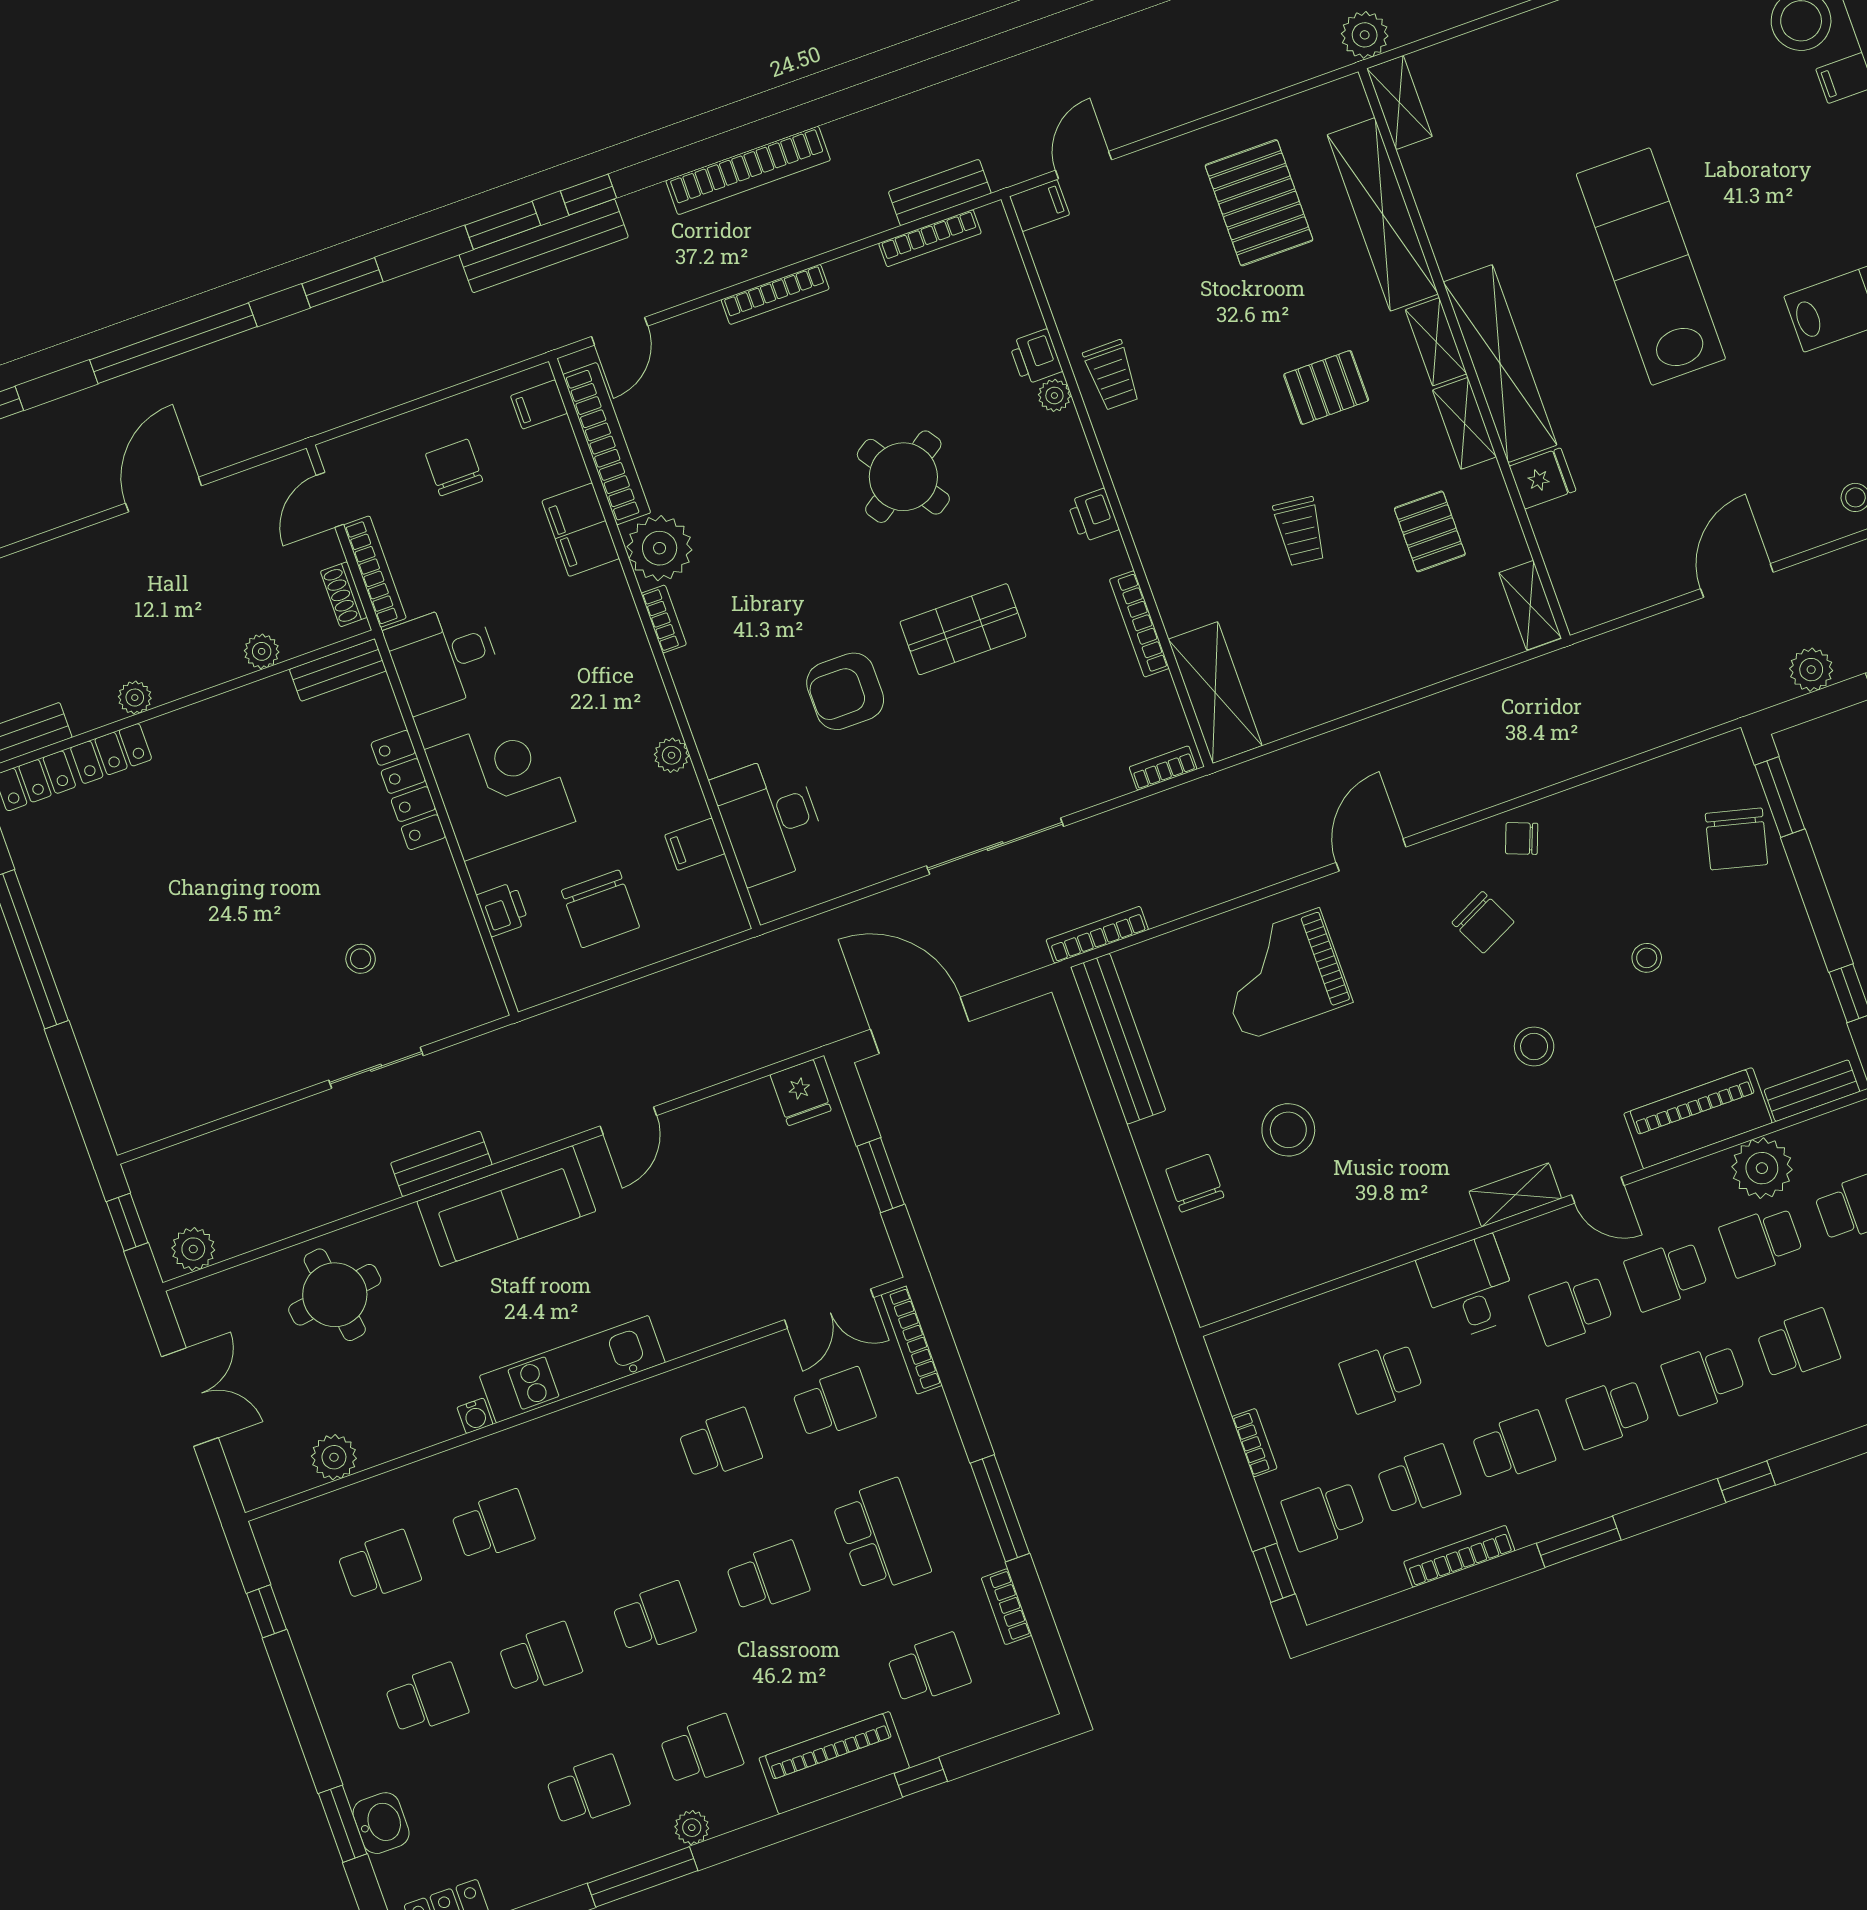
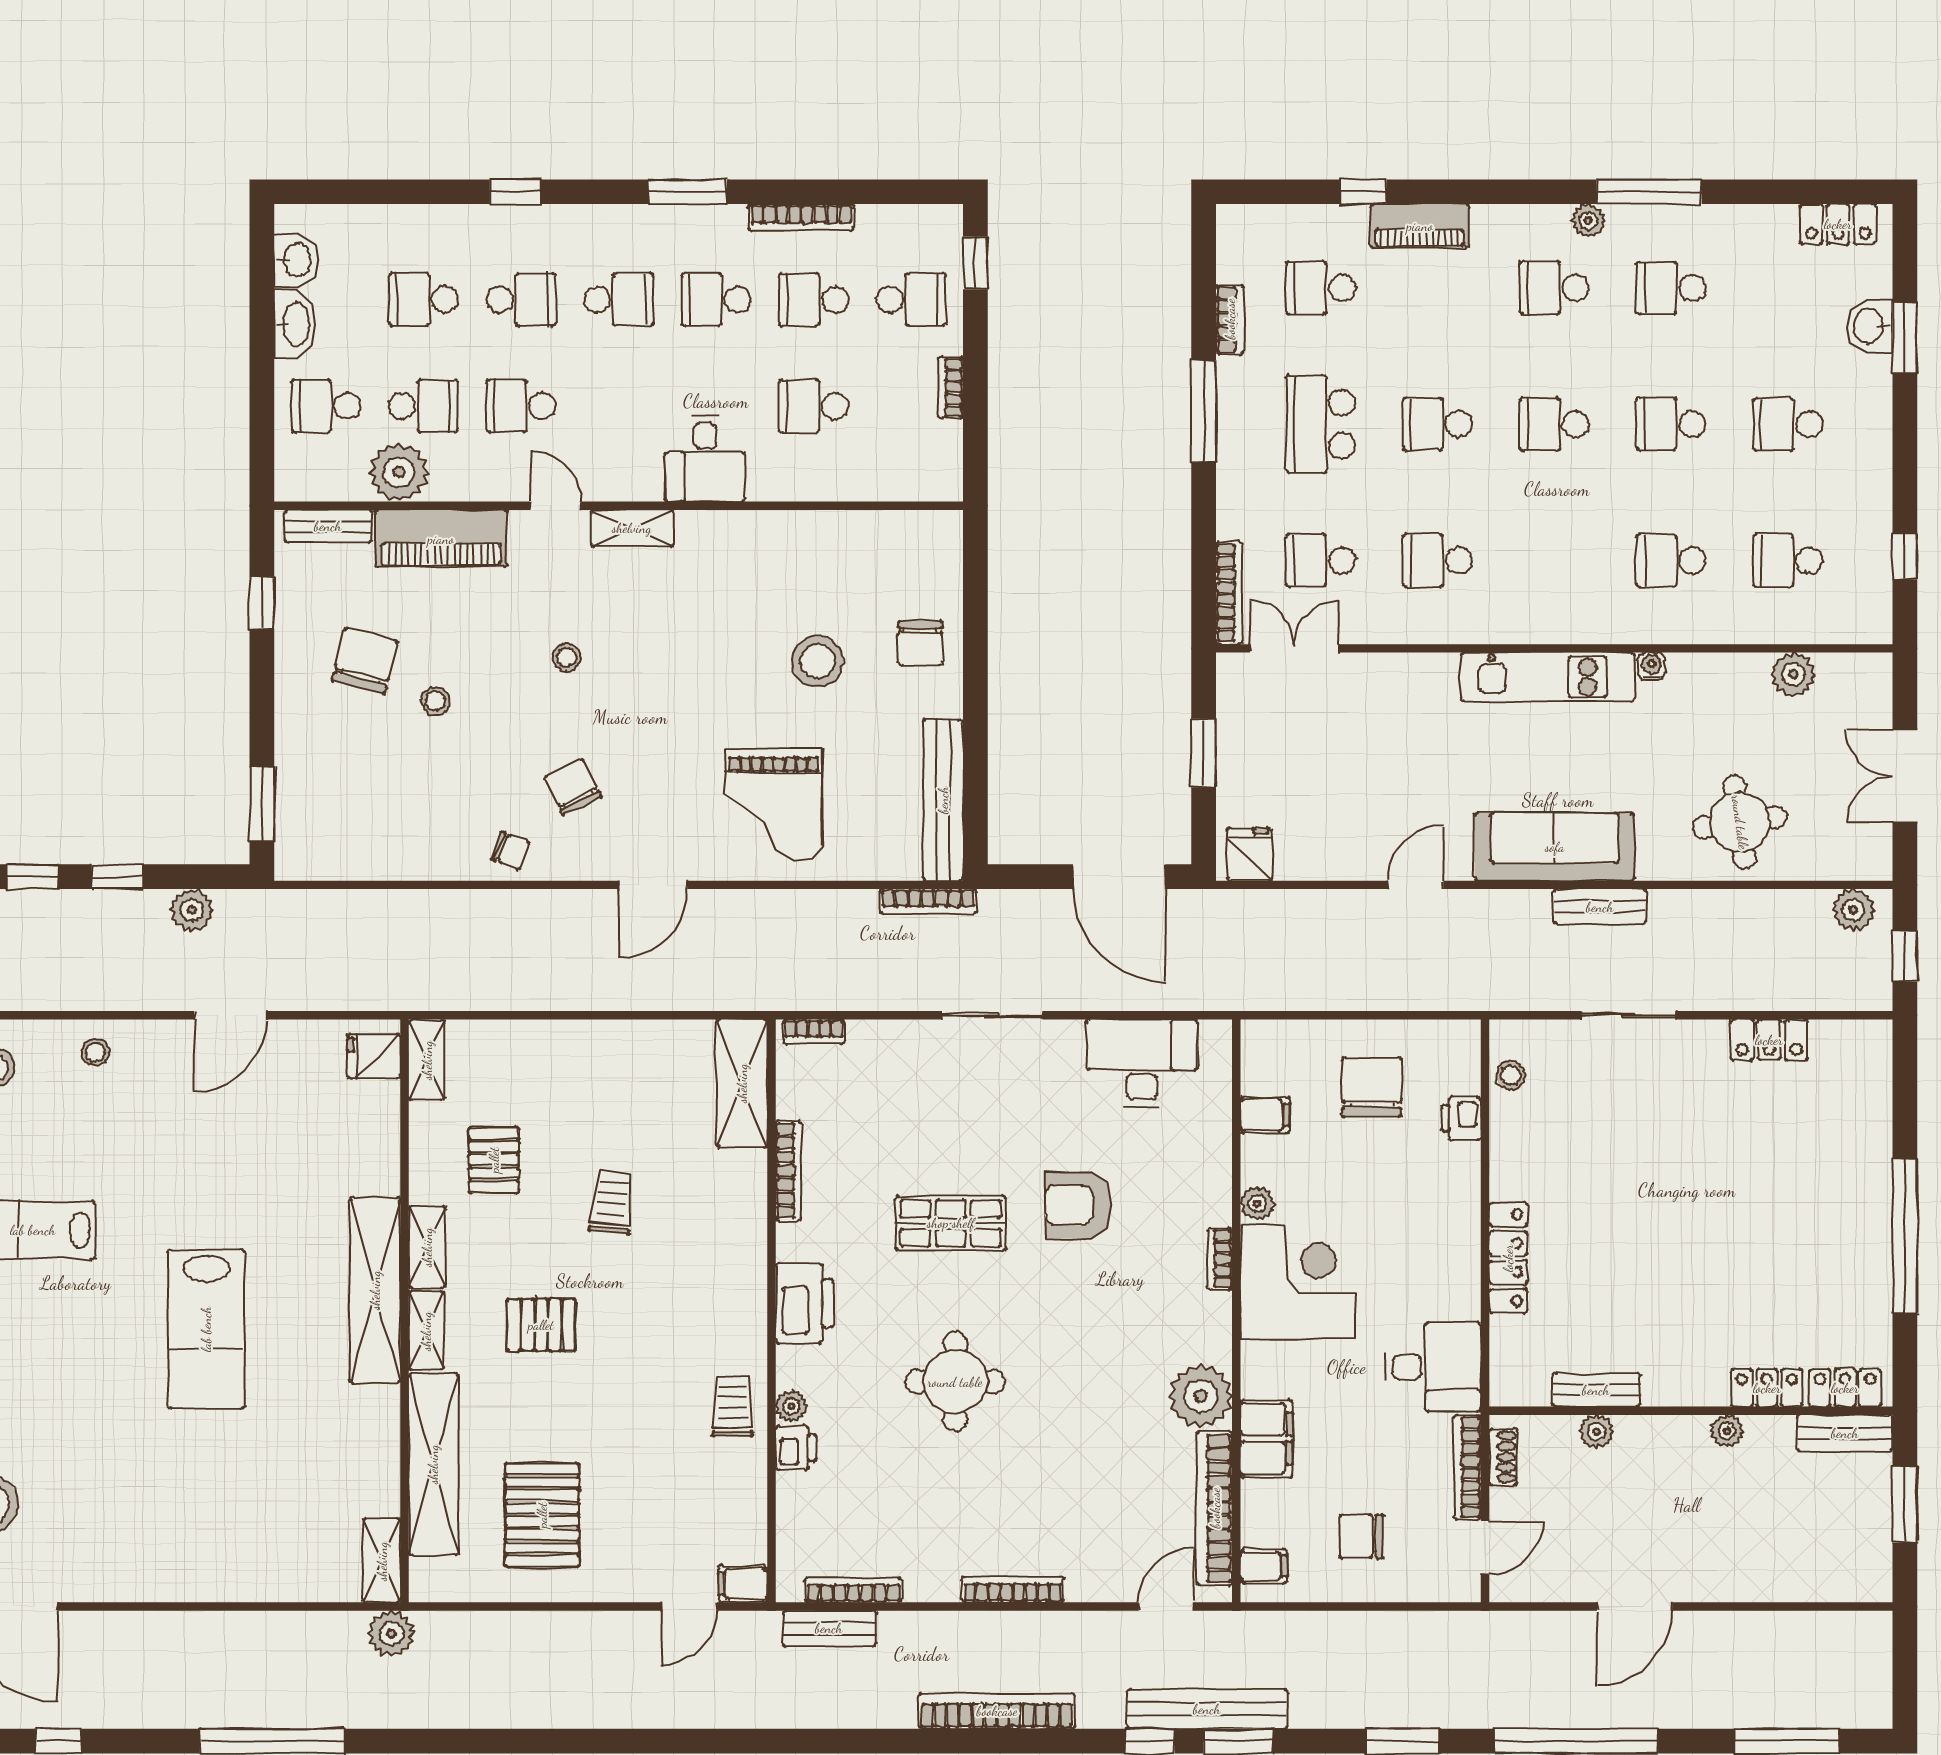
lab bench: (1651, 267) -> (206, 1329), width x0.73
chair: (454, 467) -> (1361, 1536), turned 90
round table: (903, 477) -> (955, 1382), turned 34
fridge: (1543, 478) -> (374, 1056), moved
printer: (1093, 515) -> (805, 1303), width x1.87, depth x1.48
bookcase: (664, 619) -> (1220, 1259), moved
bench: (338, 670) -> (1596, 1390), moved
armchair: (845, 691) -> (1078, 1205), turned 180
corner desk: (500, 786) -> (1298, 1281), moved, turned 180
desk: (770, 819) -> (1142, 1063), moved, turned -90
chair: (1736, 839) -> (365, 661), moved
sliding door: (995, 846) -> (992, 1015), width x0.73
stool: (361, 959) -> (1511, 1075), moved
grand piano: (1281, 974) -> (773, 805), turned 90
stool: (1534, 1047) -> (567, 657), width x0.73, depth x0.73
locker: (230, 1093) -> (1769, 1040), added
school desk: (1666, 1275) -> (521, 406), turned 180
school desk: (1571, 1309) -> (619, 406), removed
school desk: (1381, 1377) -> (814, 406), turned 180
piano: (834, 1763) -> (1420, 226), width x0.73, depth x0.75

